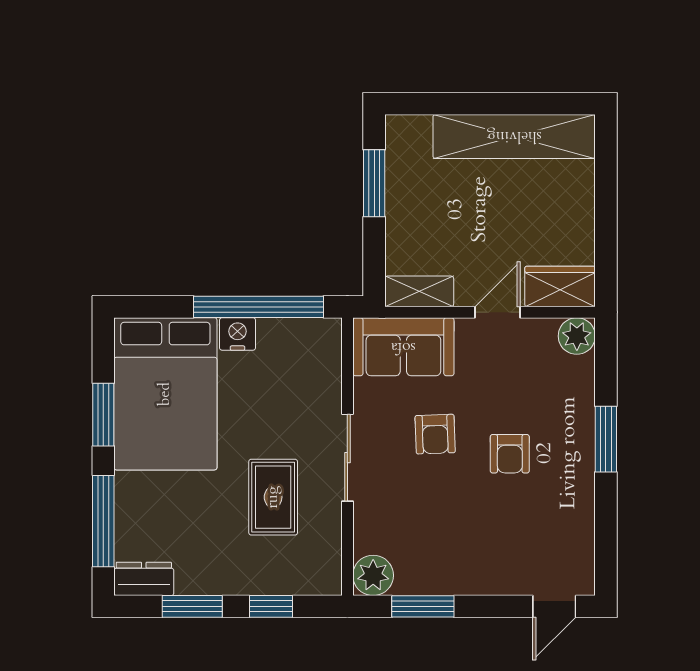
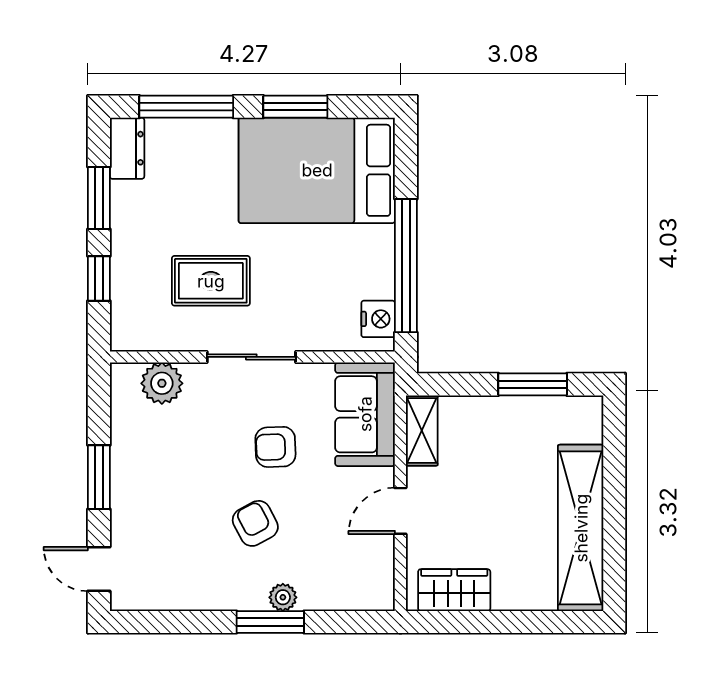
wardrobe: (560, 286) -> (454, 590), moved, turned -90
door: (498, 312) -> (400, 511), swing flipped
nightstand: (238, 334) -> (378, 319), moved
plant: (577, 336) -> (283, 597), moved, width x0.73, depth x0.73
armchair: (510, 454) -> (255, 523), turned 62
plant: (373, 575) -> (162, 383), moved
window: (423, 606) -> (99, 477), moved

